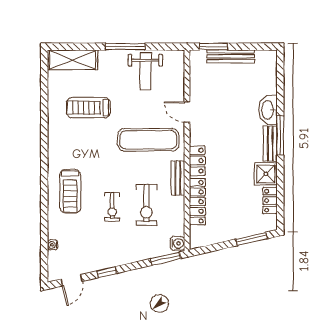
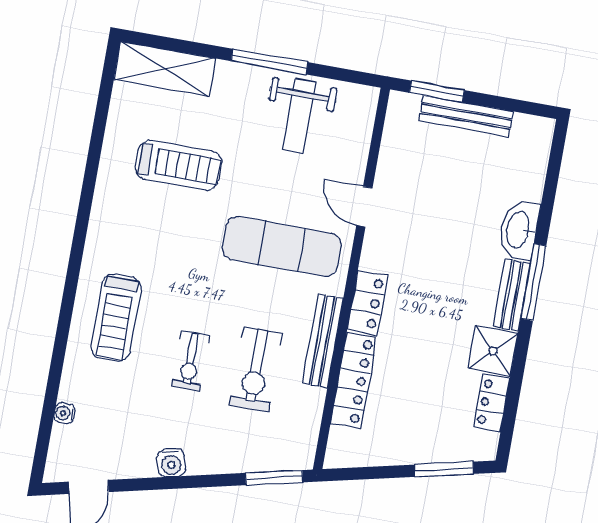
treadmill: (88, 108) -> (179, 165), turned 180
bench: (178, 178) -> (323, 341), width x1.36
water cooler: (177, 243) -> (171, 463), moved, turned 77
window: (107, 272) -> (158, 483), removed

